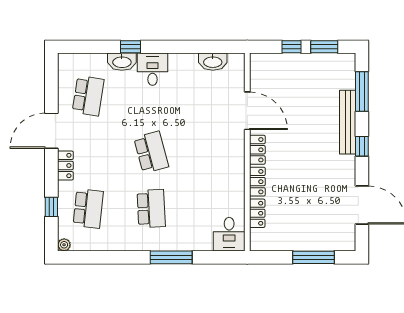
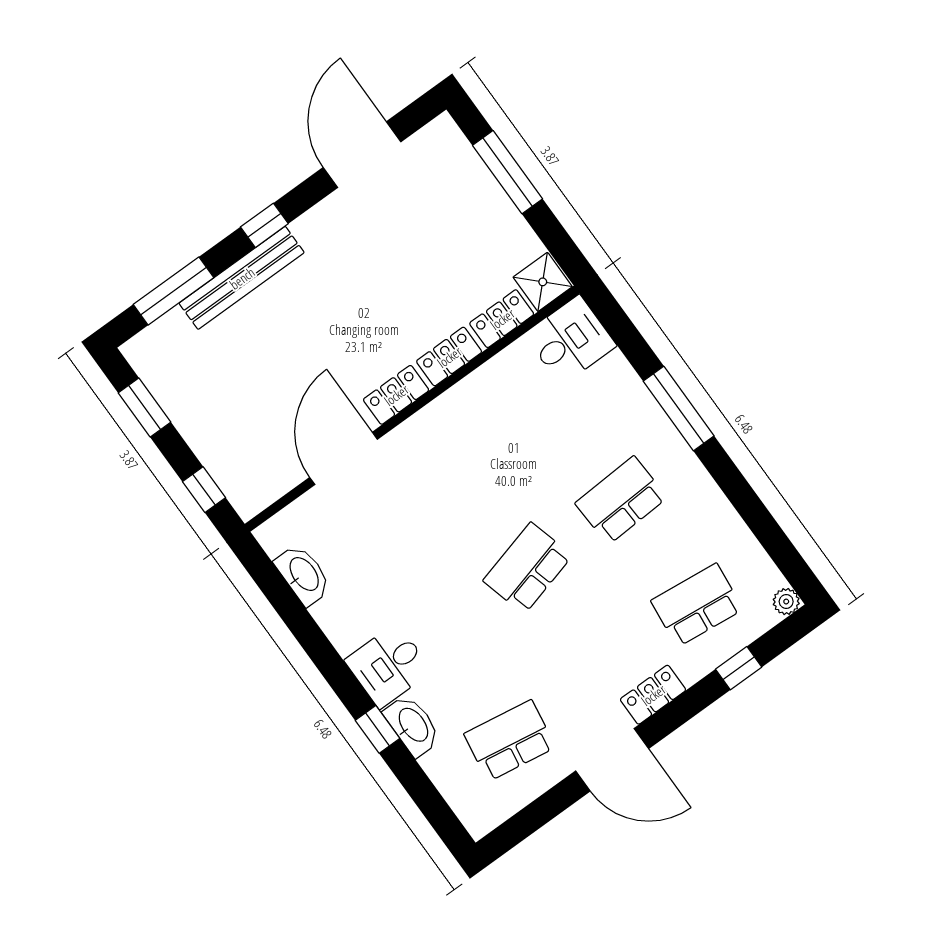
window: (291, 47) -> (204, 490), moved
shower: (260, 240) -> (543, 282), added

